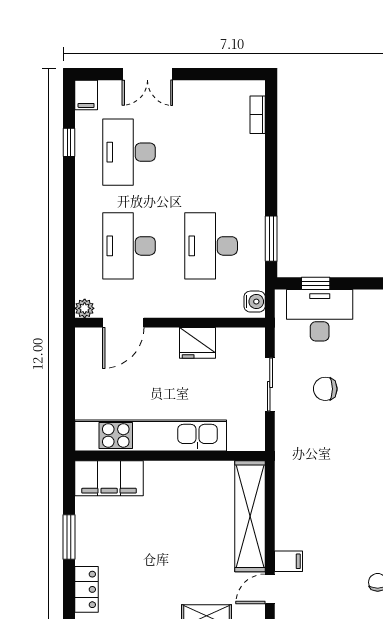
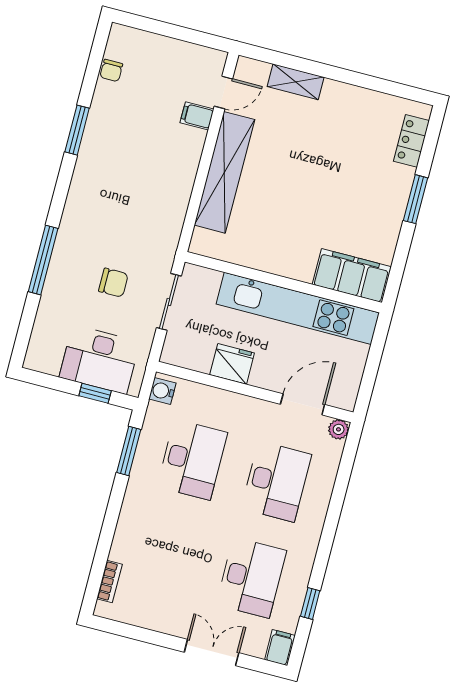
kitchen unit: (151, 435) -> (298, 308), moved
wall: (170, 456) -> (283, 282), moved
filing cabinet: (109, 478) -> (352, 276), moved

